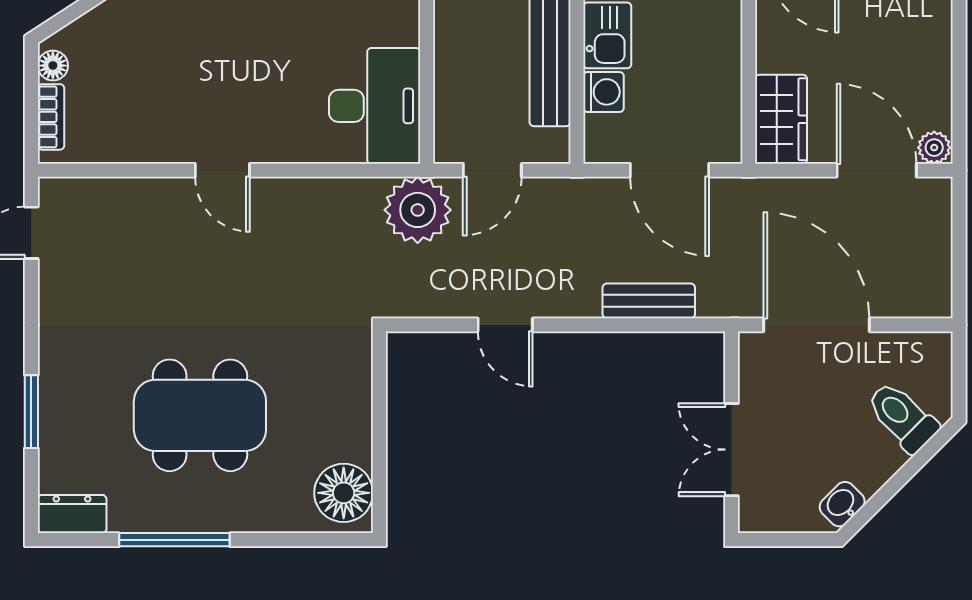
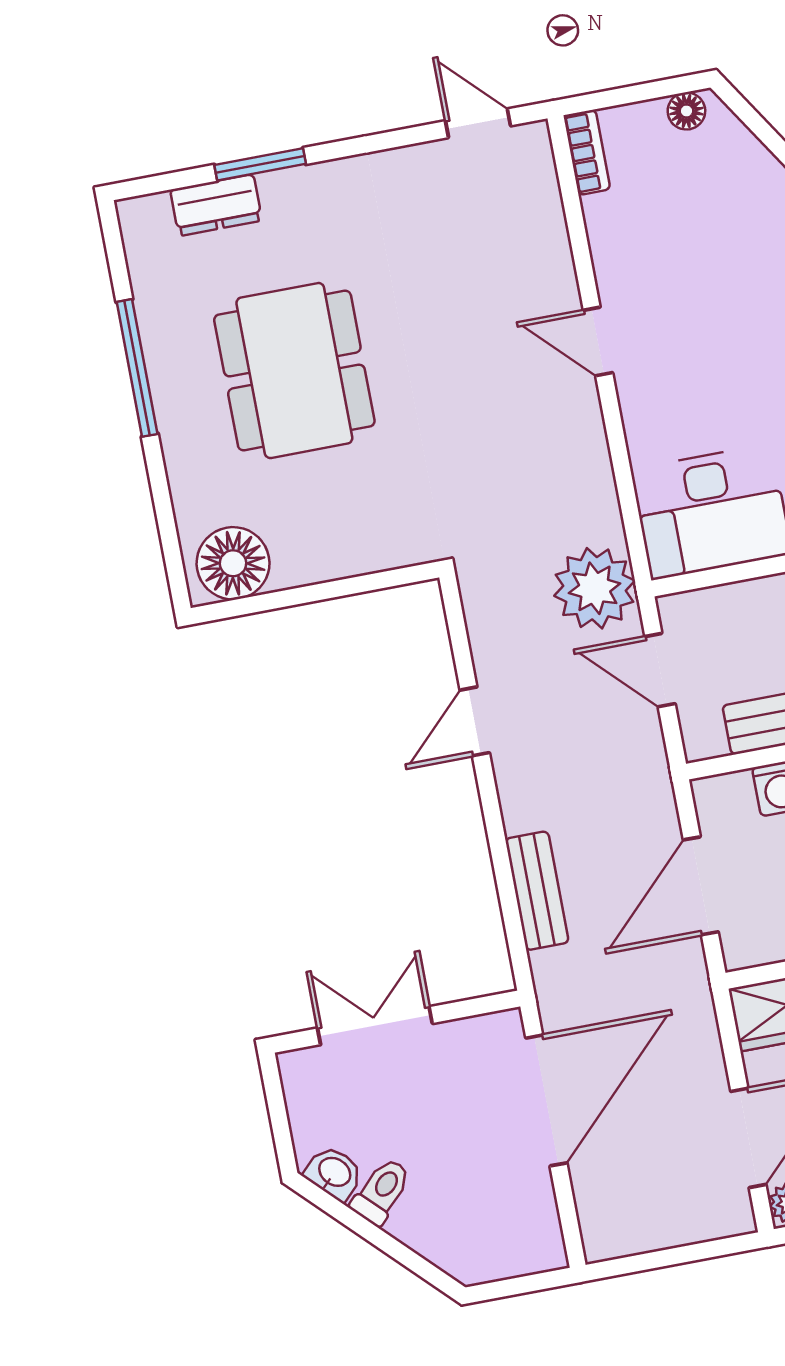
bookcase: (51, 117) -> (587, 152), moved, turned -90
door: (222, 170) -> (598, 341), hinge flipped
toilet: (902, 417) -> (381, 1191), moved, width x0.73, depth x0.72
dresser: (72, 514) -> (216, 205), moved, turned 90

